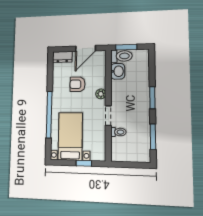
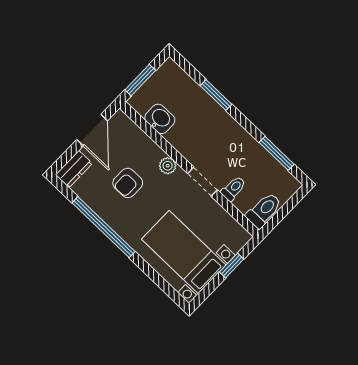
toilet: (121, 56) -> (264, 210), moved
window: (152, 98) -> (216, 95), moved
window: (49, 115) -> (104, 227), moved

